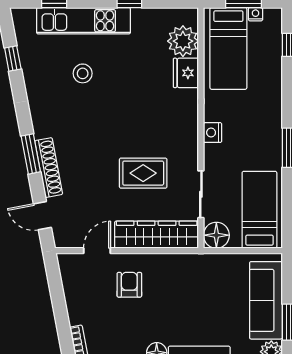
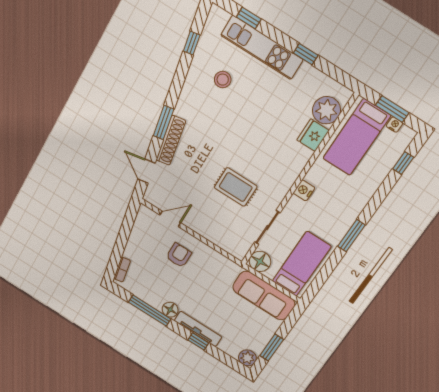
stool: (83, 73) -> (223, 80), moved
wardrobe: (157, 235) -> (218, 235), removed
sofa: (266, 300) -> (264, 296), moved, turned -90

